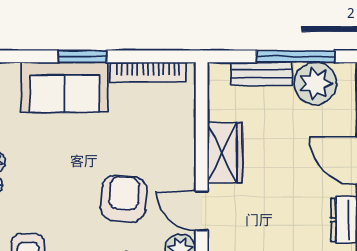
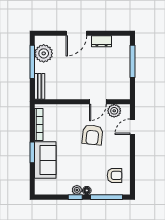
bench: (261, 74) -> (40, 86), moved
wardrobe: (225, 153) -> (73, 92), removed
armchair: (124, 199) -> (93, 135), turned -89

